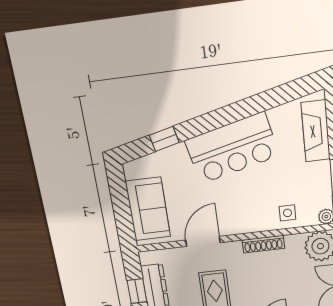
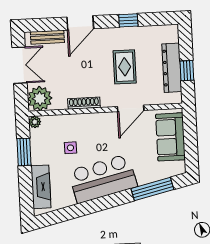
window: (164, 139) -> (152, 189), width x2.17
side table: (287, 213) -> (70, 148), moved

